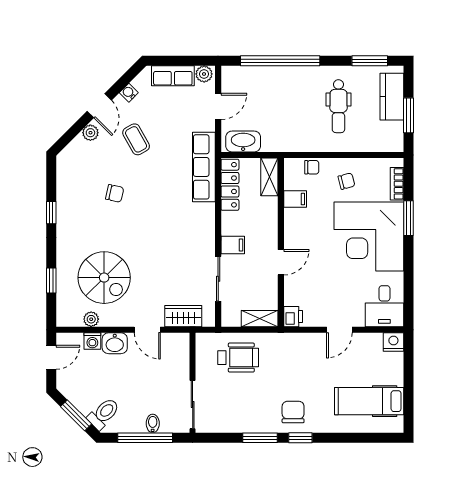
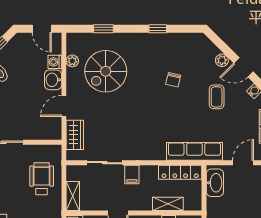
door: (218, 106) -> (243, 163), swing flipped
coffee table: (136, 139) -> (217, 97), turned -61
shelving: (269, 177) -> (168, 204), moved
wheelchair: (238, 358) -> (42, 179), turned 180

